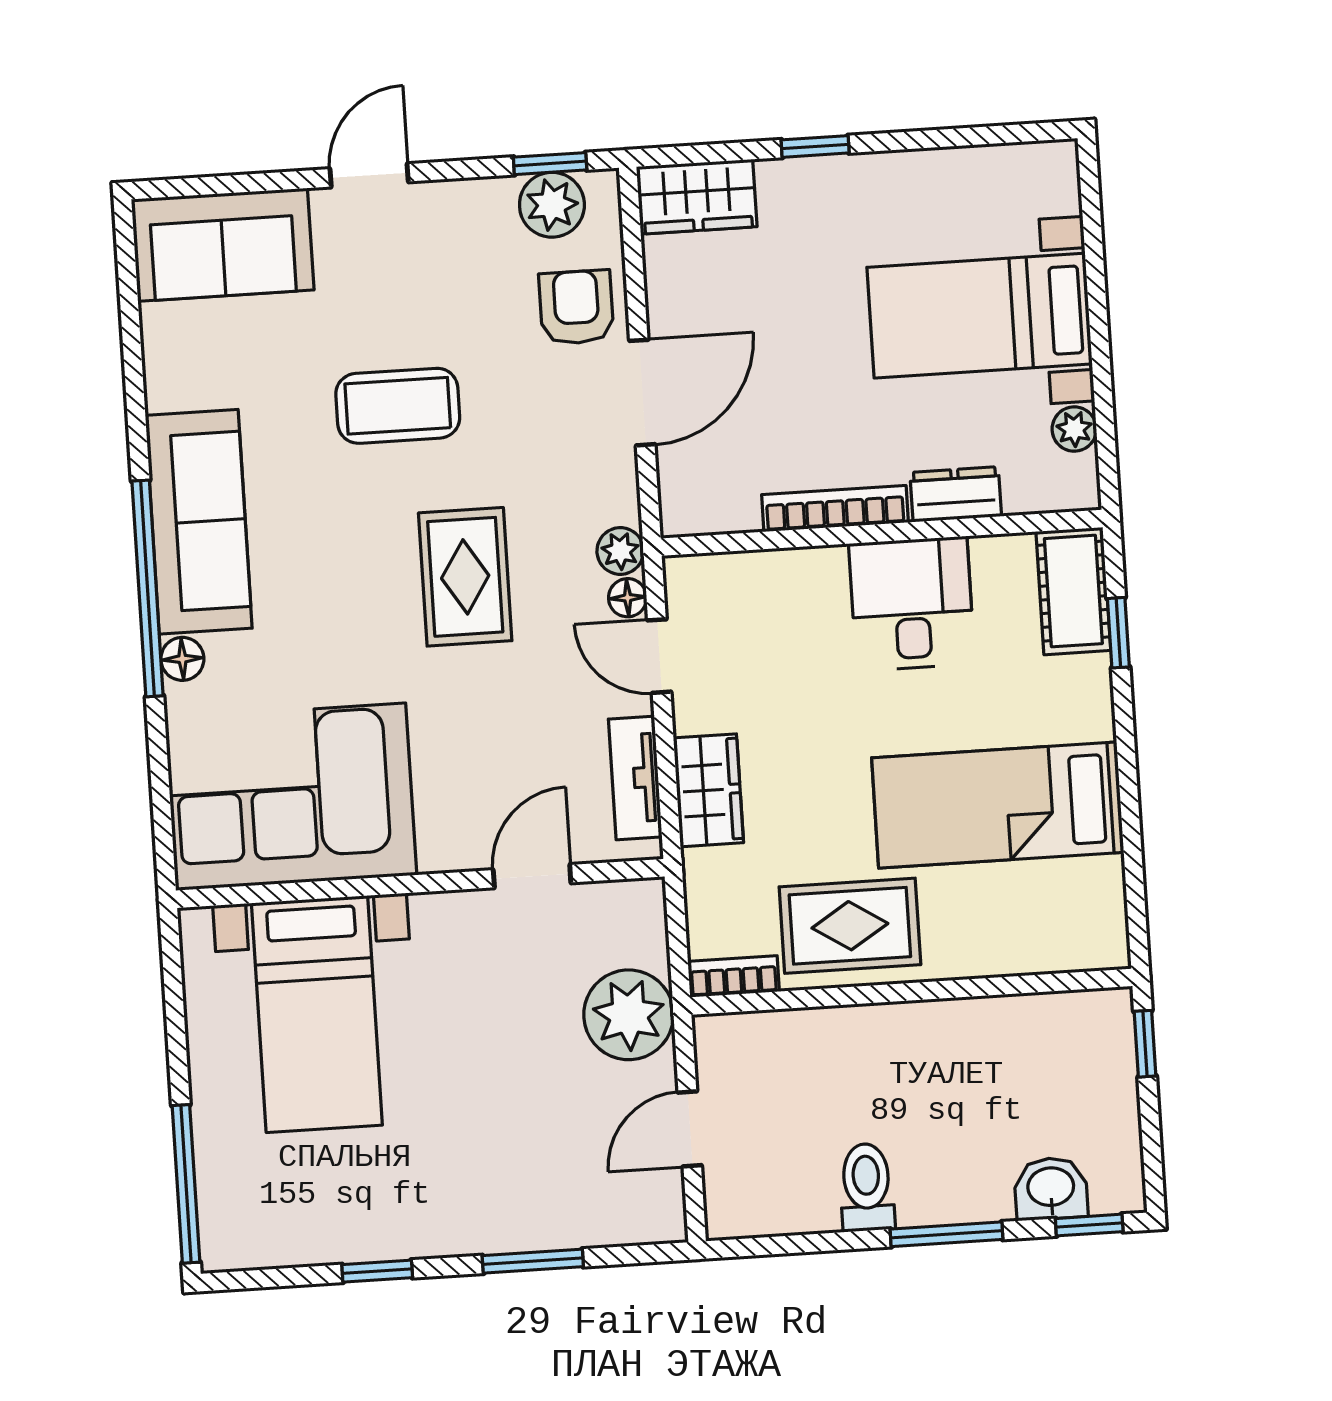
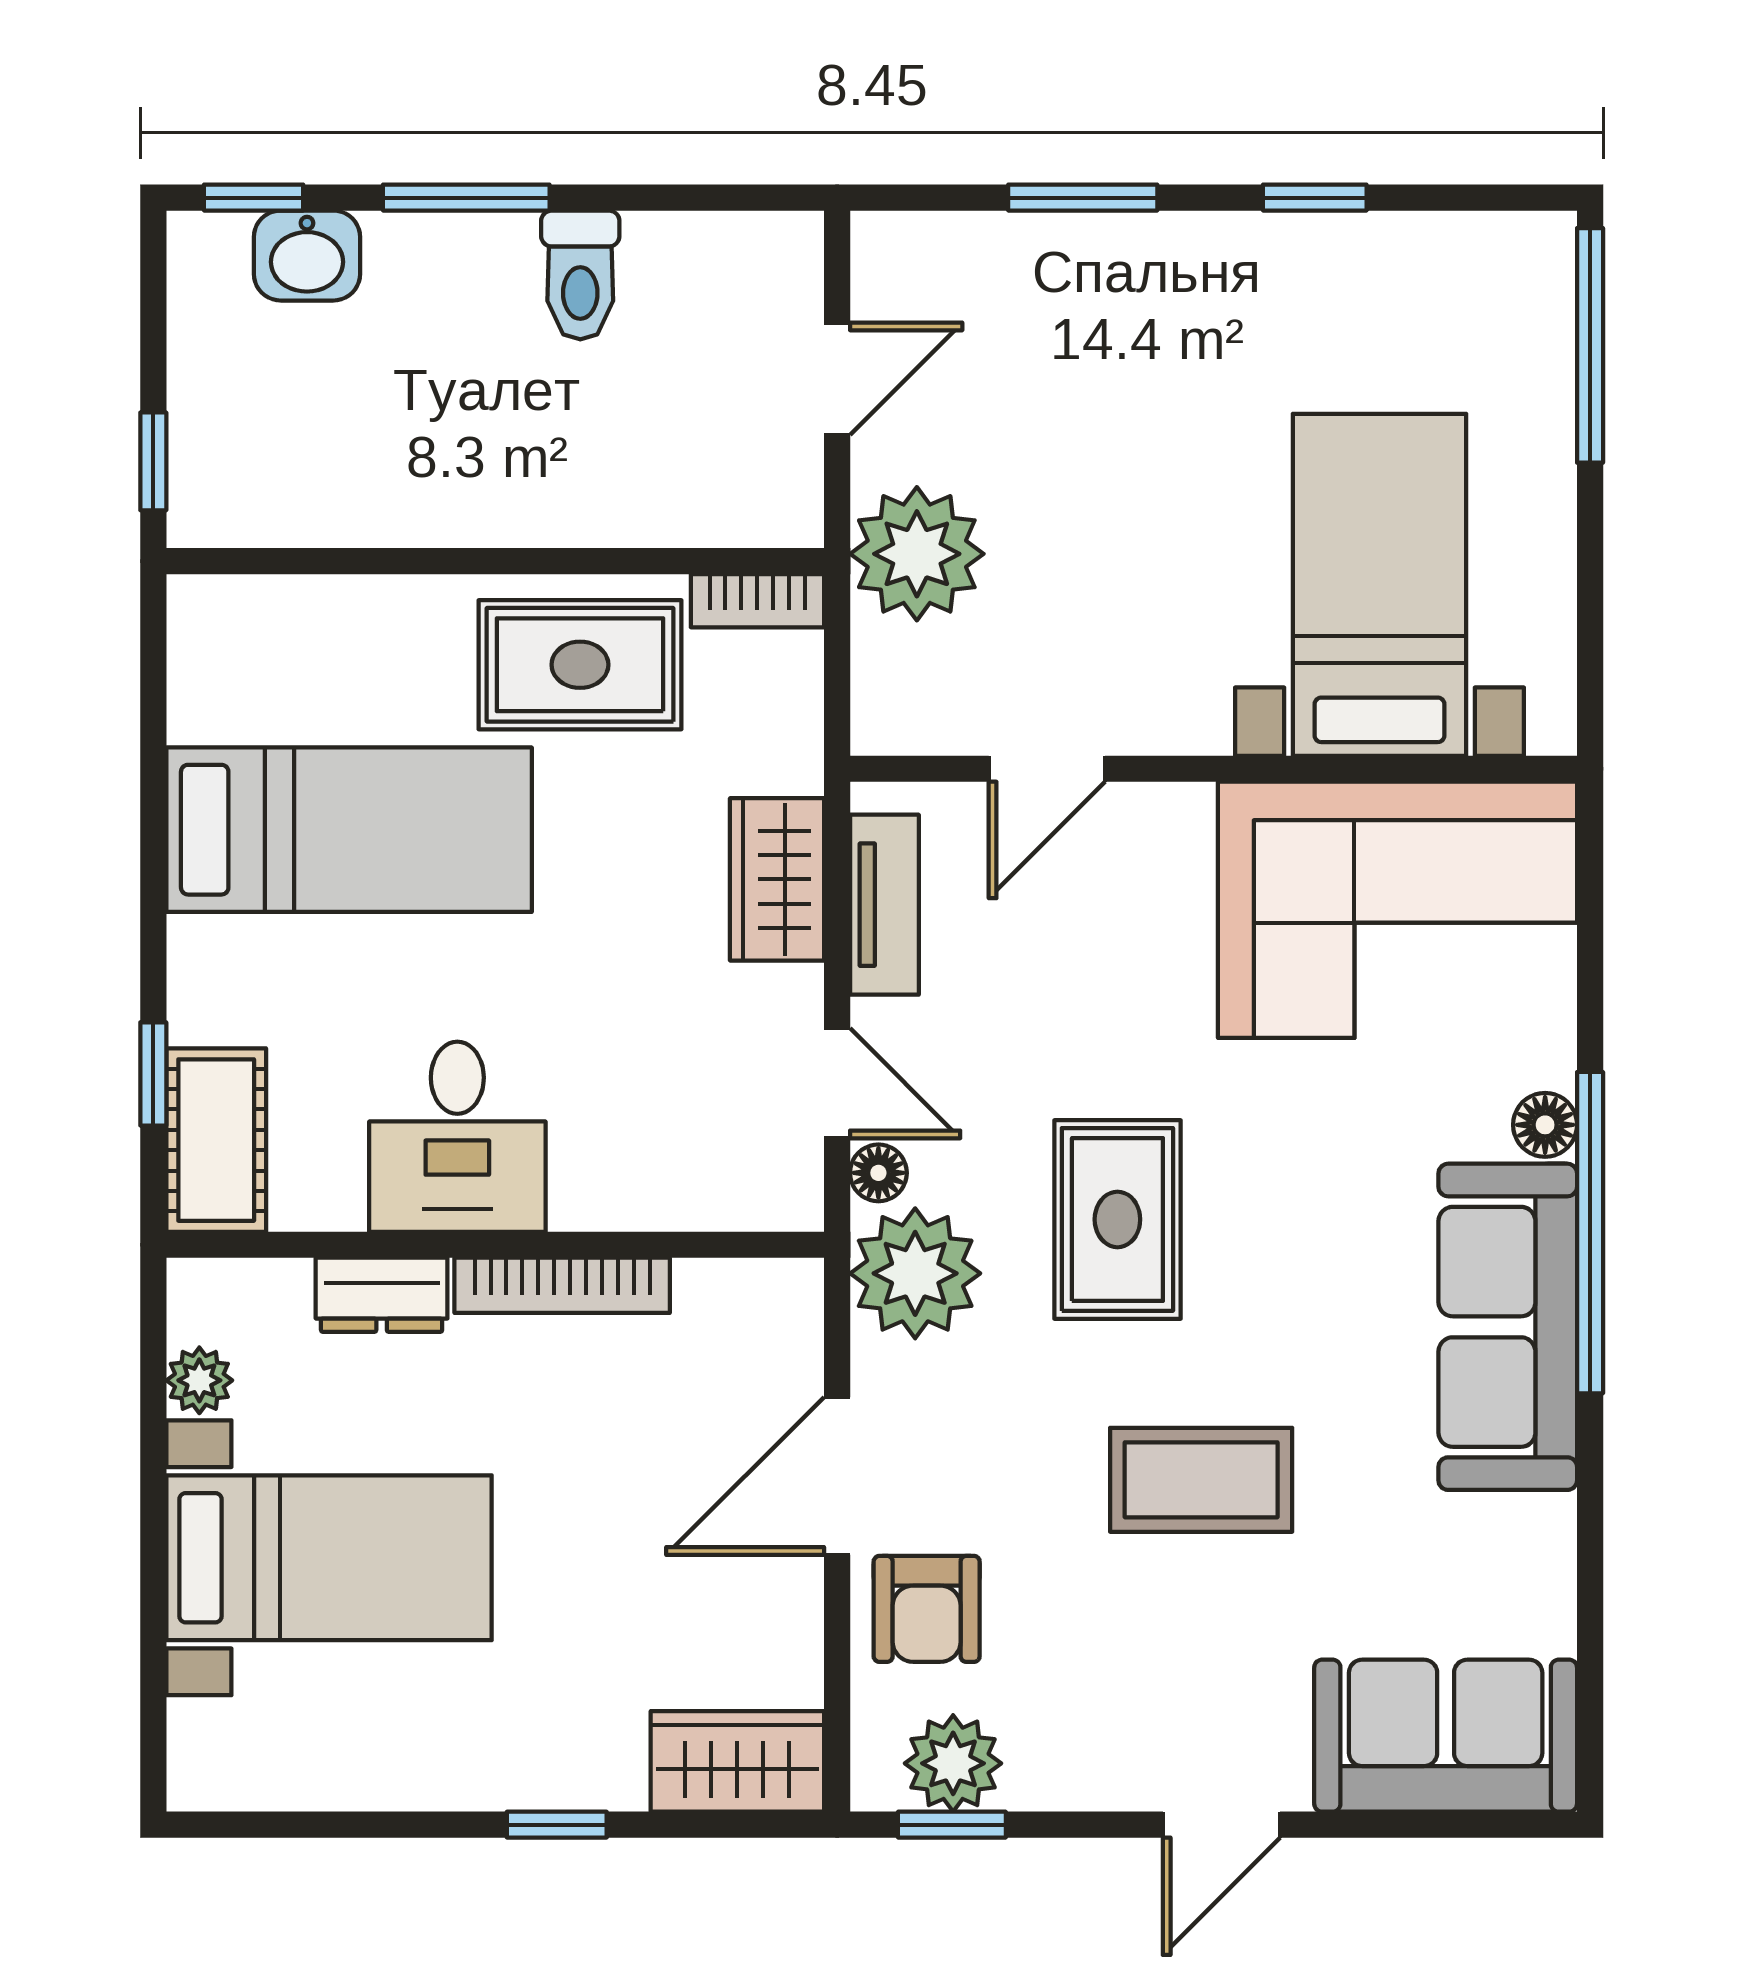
plant: (620, 551) -> (915, 1273), width x1.88, depth x1.88

